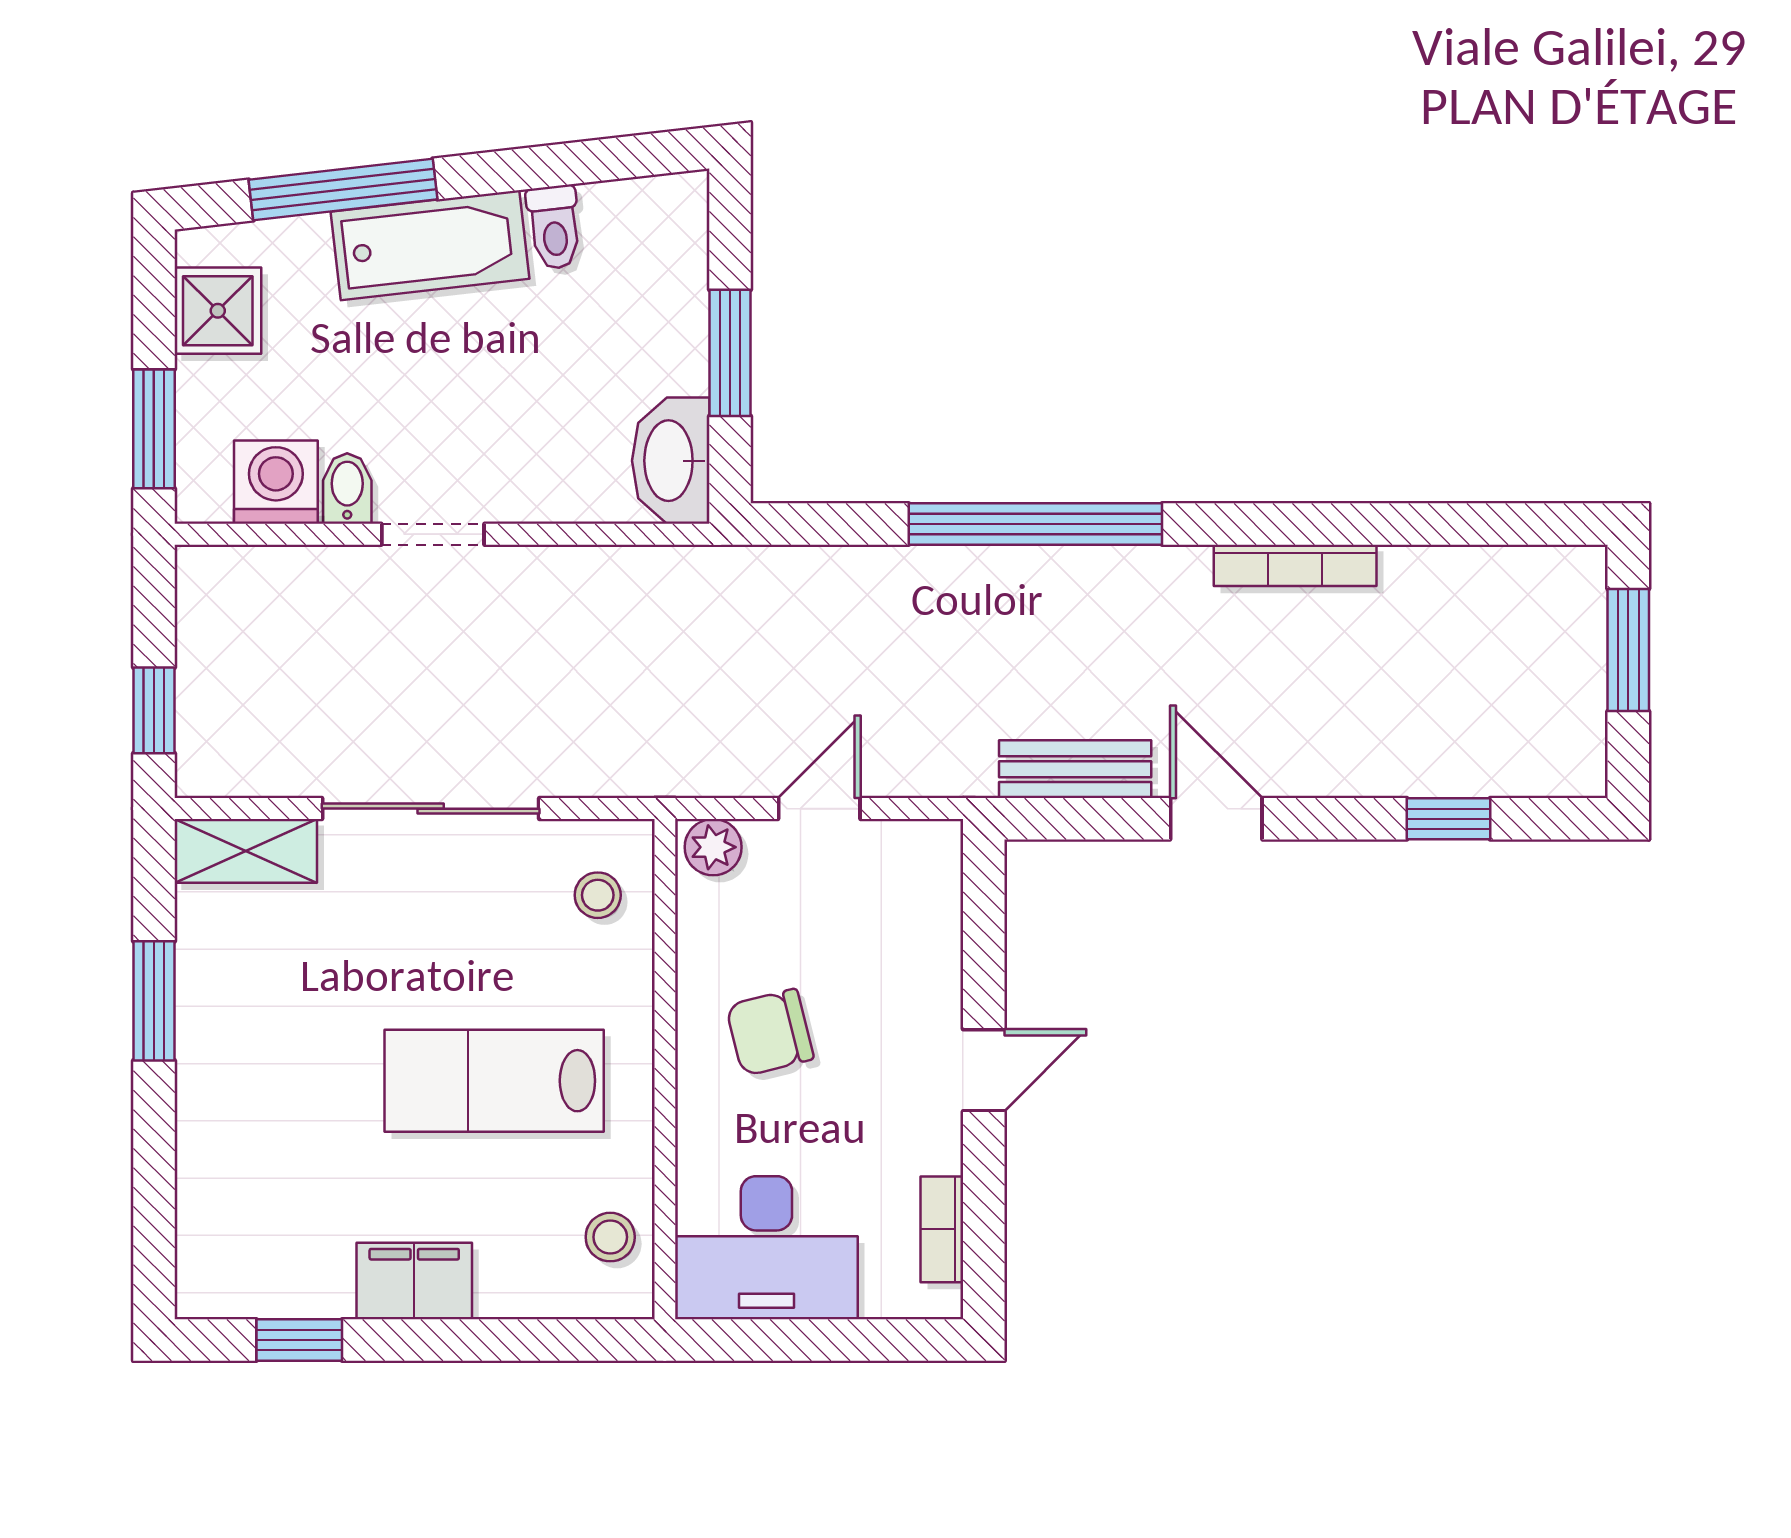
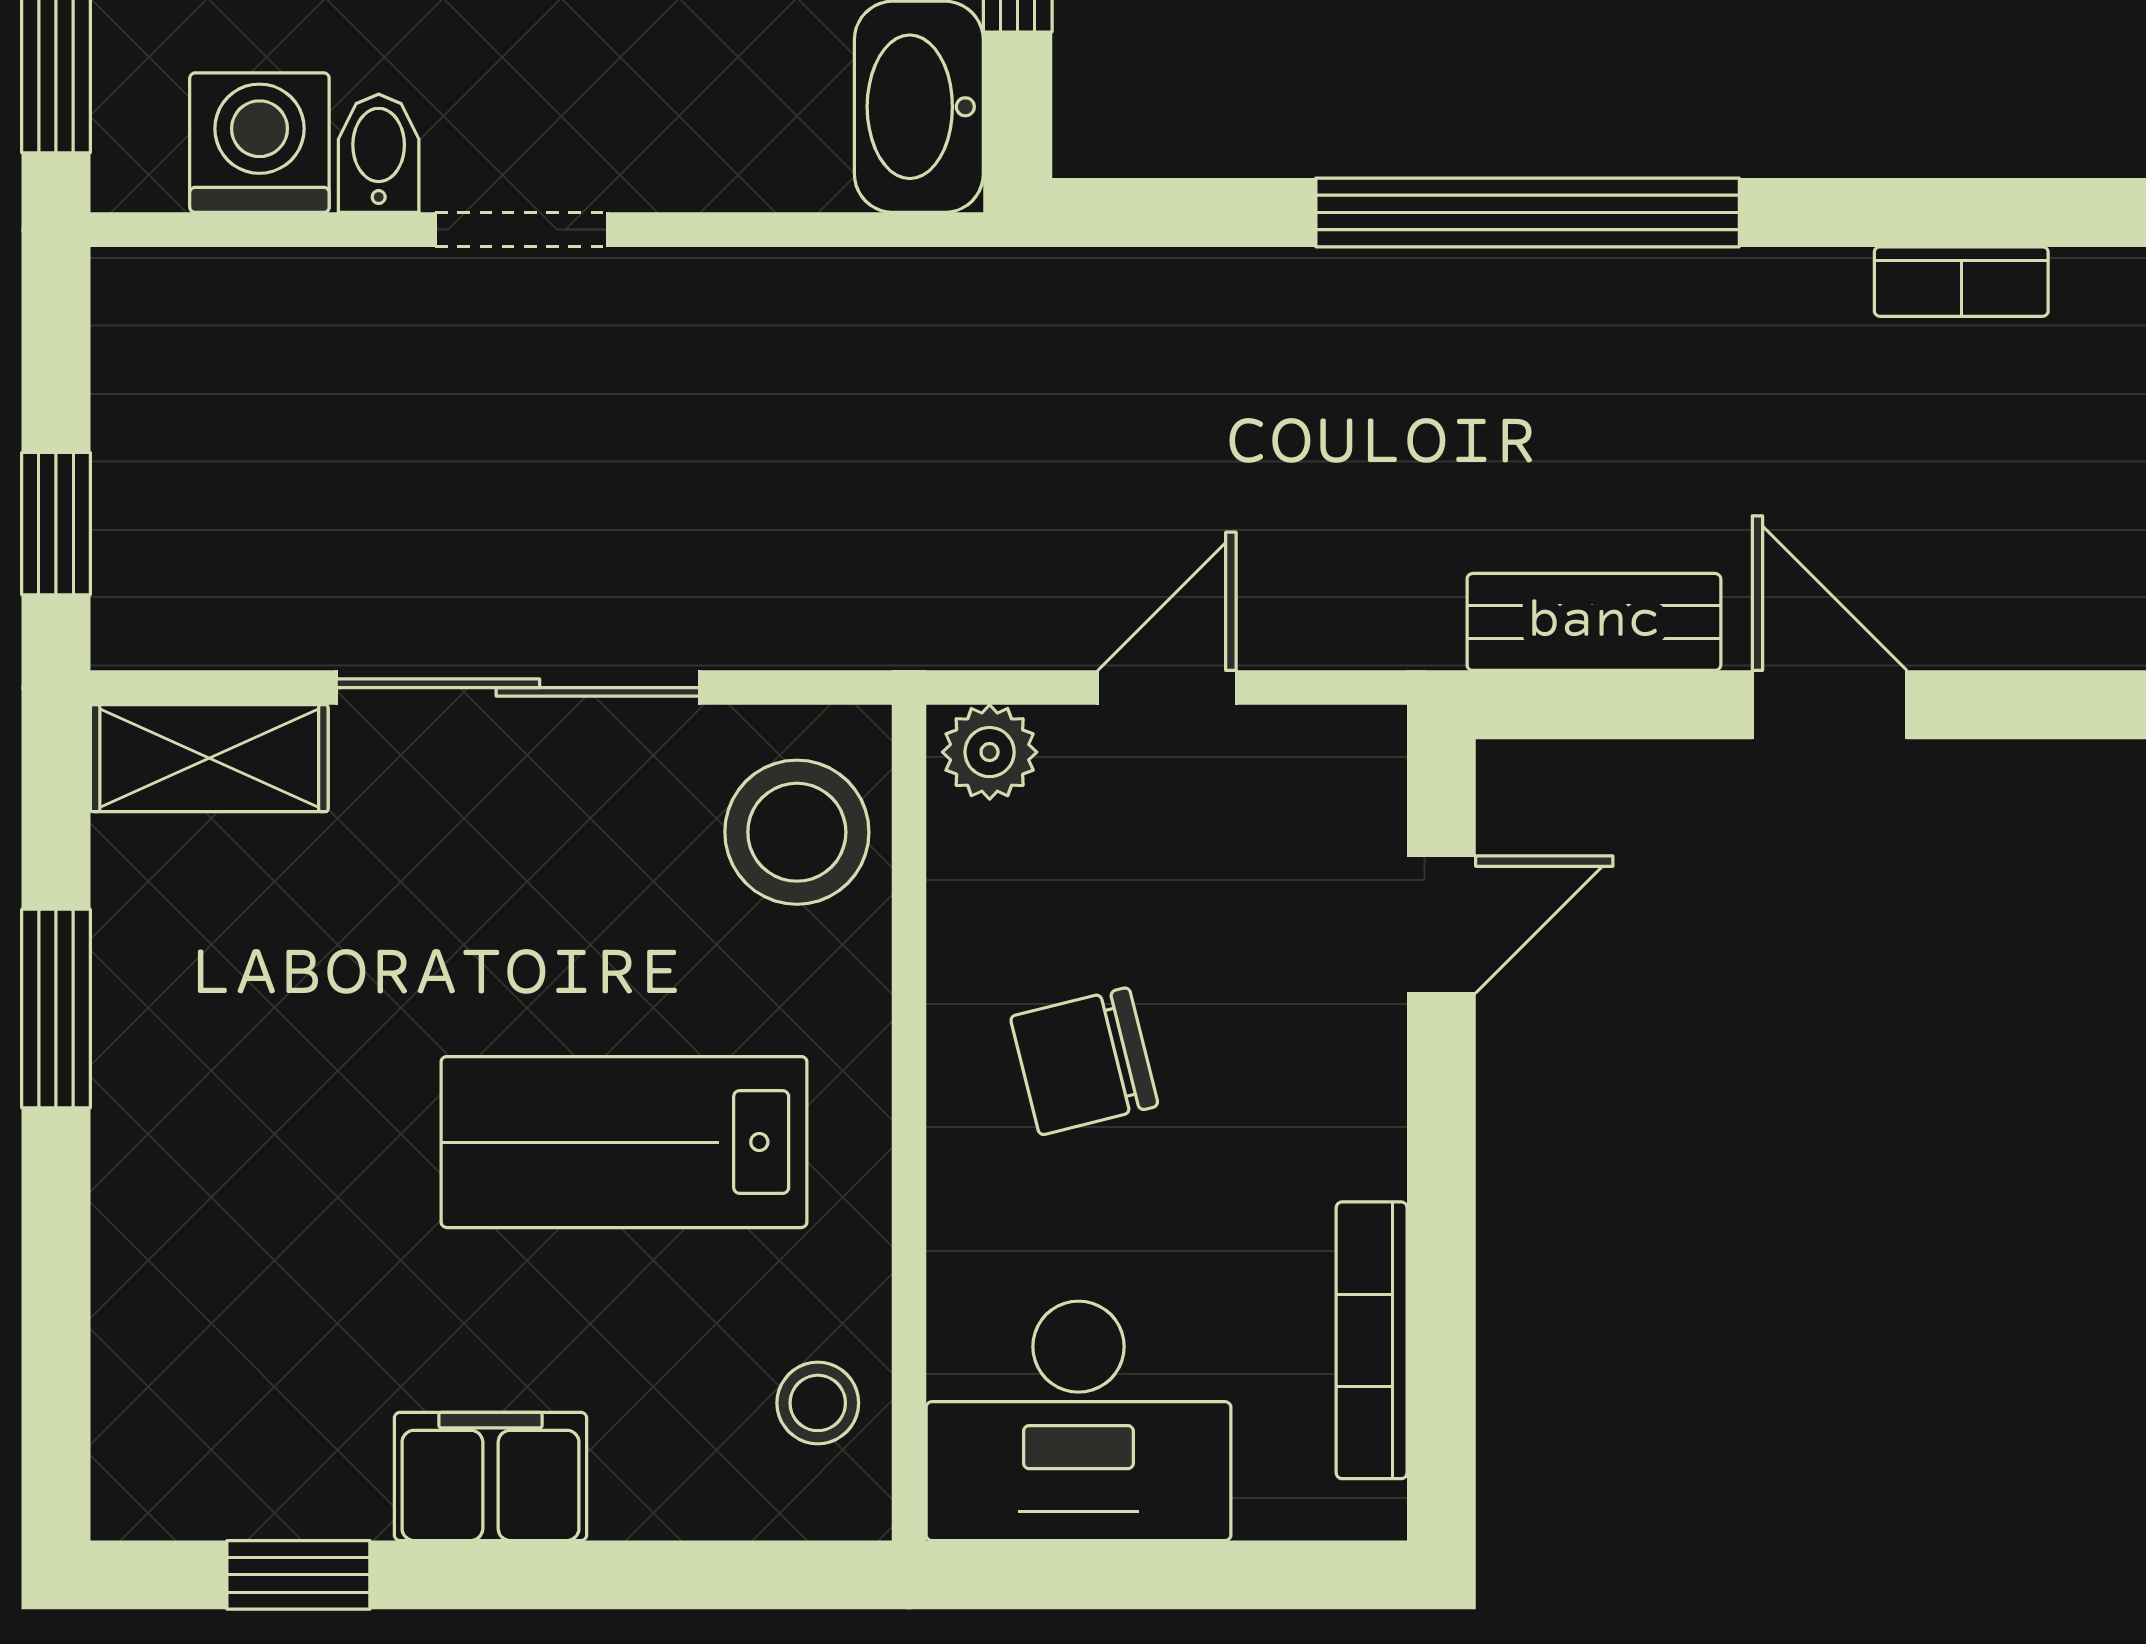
bookcase: (1295, 565) -> (1961, 282), width x0.64
stool: (598, 895) -> (797, 832), width x1.89, depth x1.89
door: (984, 1070) -> (1441, 925), moved
bookcase: (942, 1229) -> (1372, 1340), width x1.56

